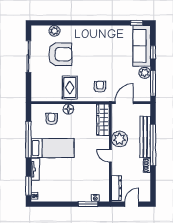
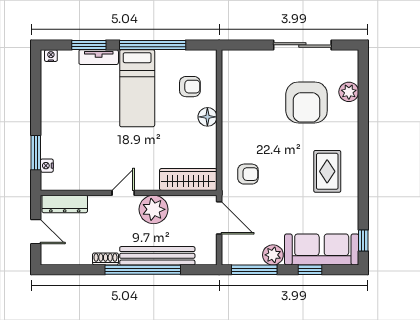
rug: (70, 88) -> (327, 171), moved, turned 90
window: (28, 186) -> (89, 45), moved

